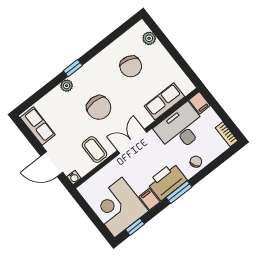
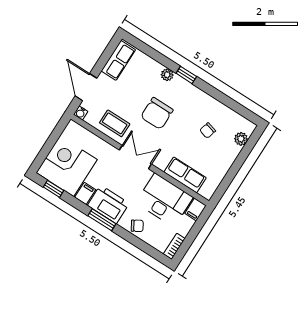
chair: (131, 66) -> (208, 130), width x0.54, depth x0.54
coffee table: (94, 150) -> (115, 123), turned 90

